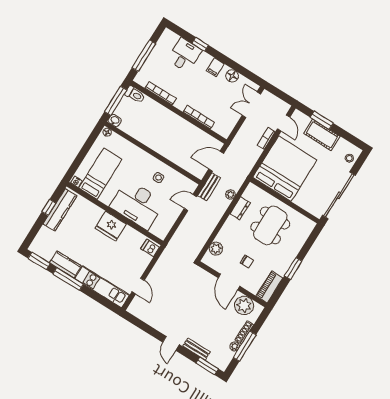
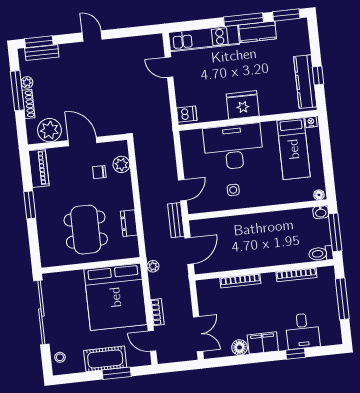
filing cabinet: (215, 67) -> (263, 343), width x2.00
plant: (231, 194) -> (153, 266), moved
chair: (247, 262) -> (99, 172), moved
bench: (196, 349) -> (42, 53), moved

